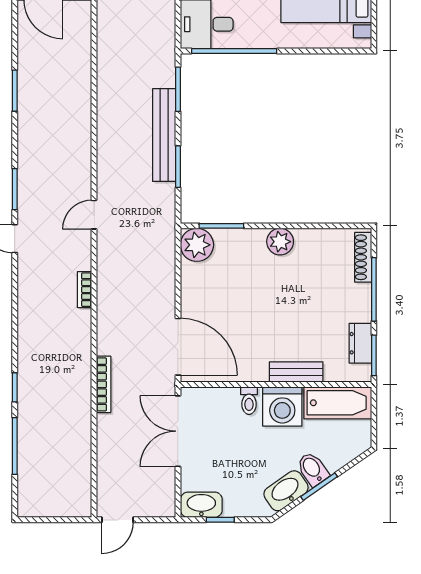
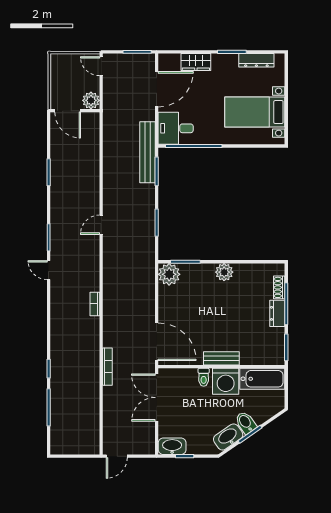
bench: (164, 135) -> (147, 152), moved
door: (94, 215) -> (101, 225), moved
shoe rack: (363, 257) -> (279, 287), width x0.70
dresser: (360, 343) -> (277, 313), moved
bench: (296, 372) -> (221, 358), moved

